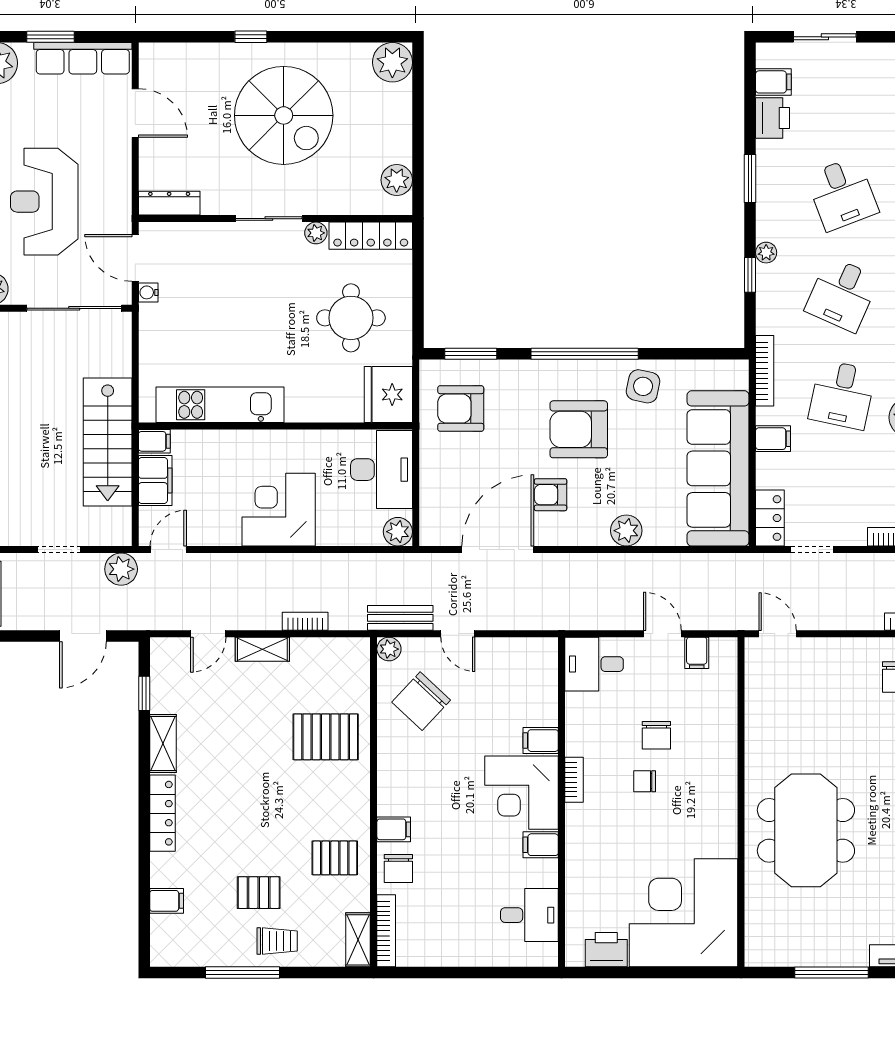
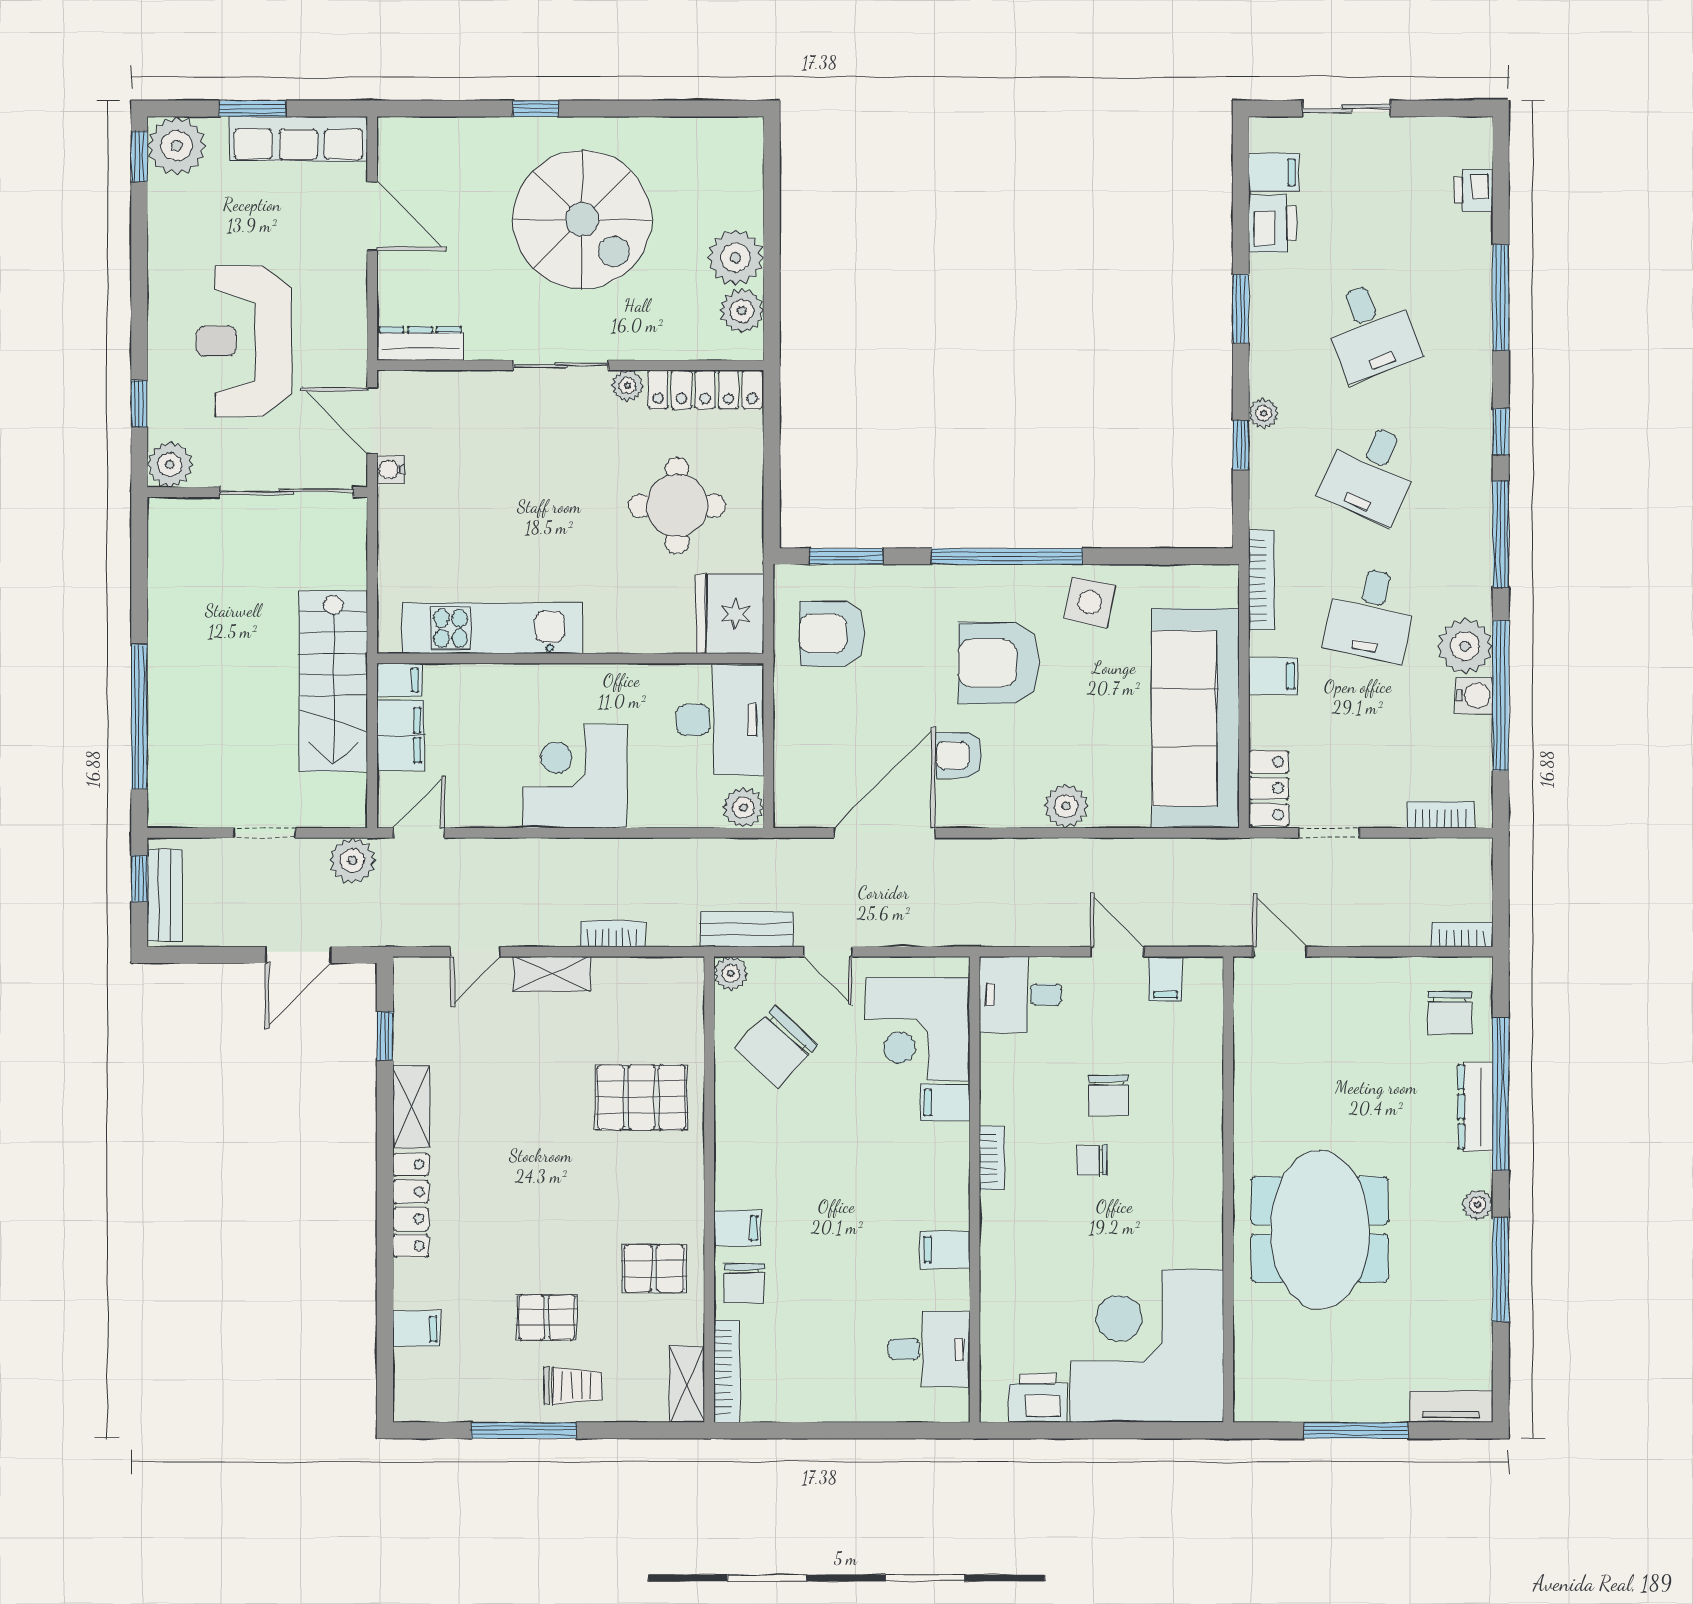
plant: (392, 62) -> (736, 258), moved
corner desk: (521, 793) -> (918, 1029), moved

